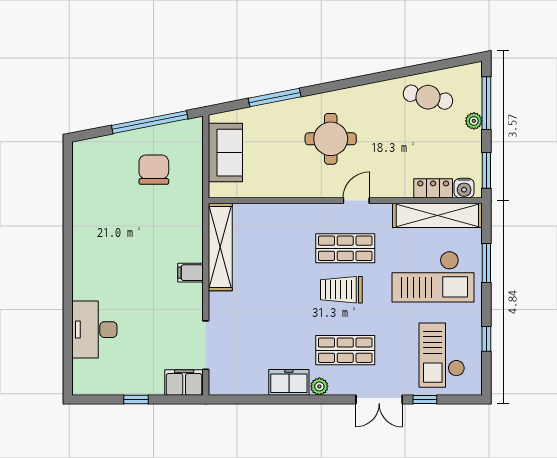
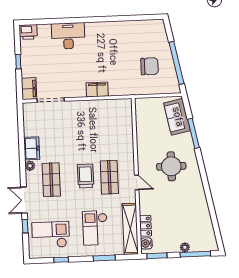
cafe table: (428, 97) -> (197, 221), removed
sofa: (225, 153) -> (177, 117), moved, turned 79
shelving: (220, 247) -> (107, 106), removed
filing cabinet: (191, 273) -> (97, 89), width x2.00
checkout: (433, 277) -> (95, 228), width x0.73, depth x0.83
desk: (94, 330) -> (68, 36), moved
printer: (85, 380) -> (28, 32), added

